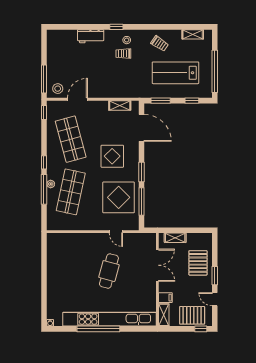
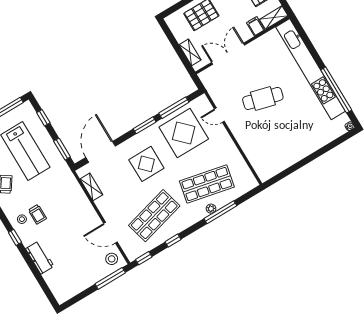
window: (44, 162) -> (173, 241), moved
door: (116, 232) -> (219, 115), swing flipped
window: (98, 329) -> (336, 90), moved

